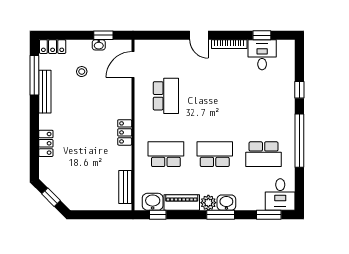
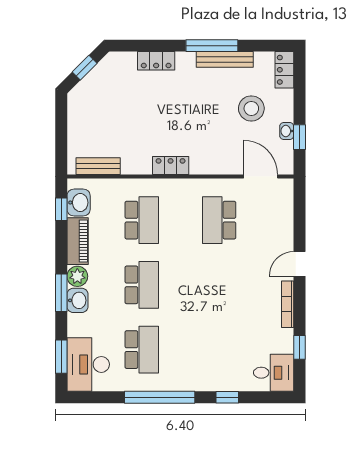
desk: (262, 55) -> (274, 373), moved
stool: (82, 72) -> (251, 108), width x1.89, depth x1.89
window: (34, 75) -> (212, 46), moved
school desk: (166, 96) -> (219, 220), turned 90
school desk: (264, 154) -> (142, 350), turned 180
desk: (280, 195) -> (88, 364), width x1.37

